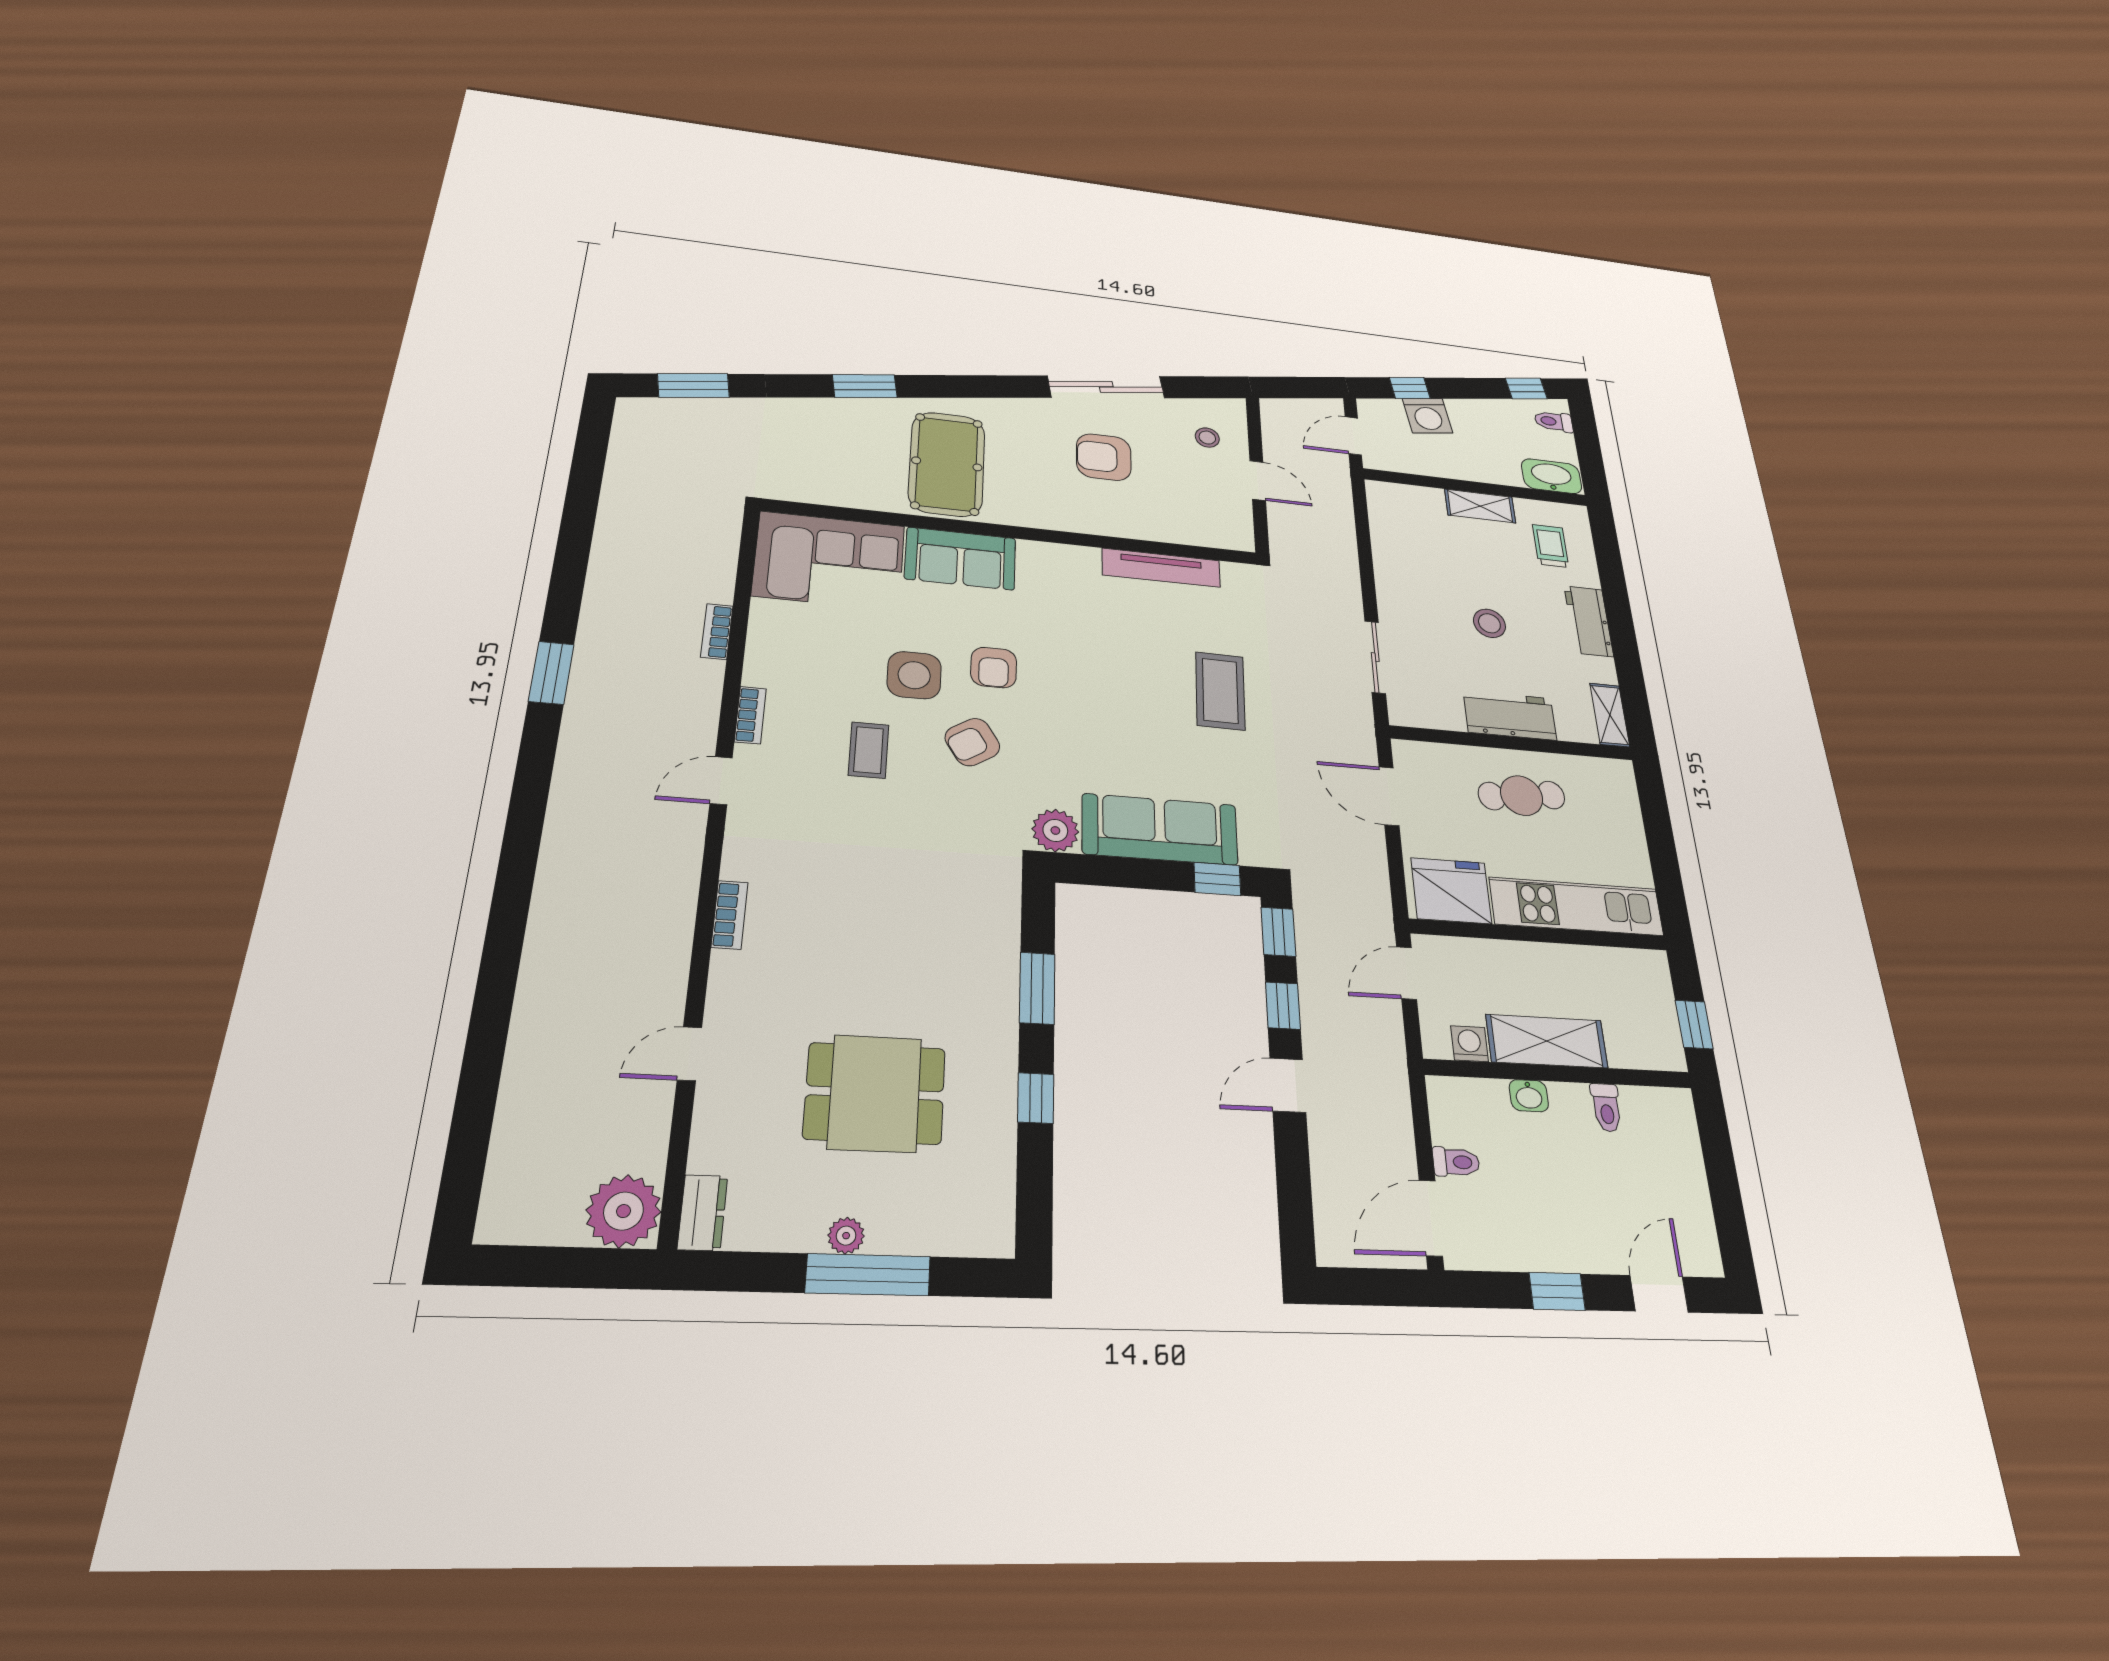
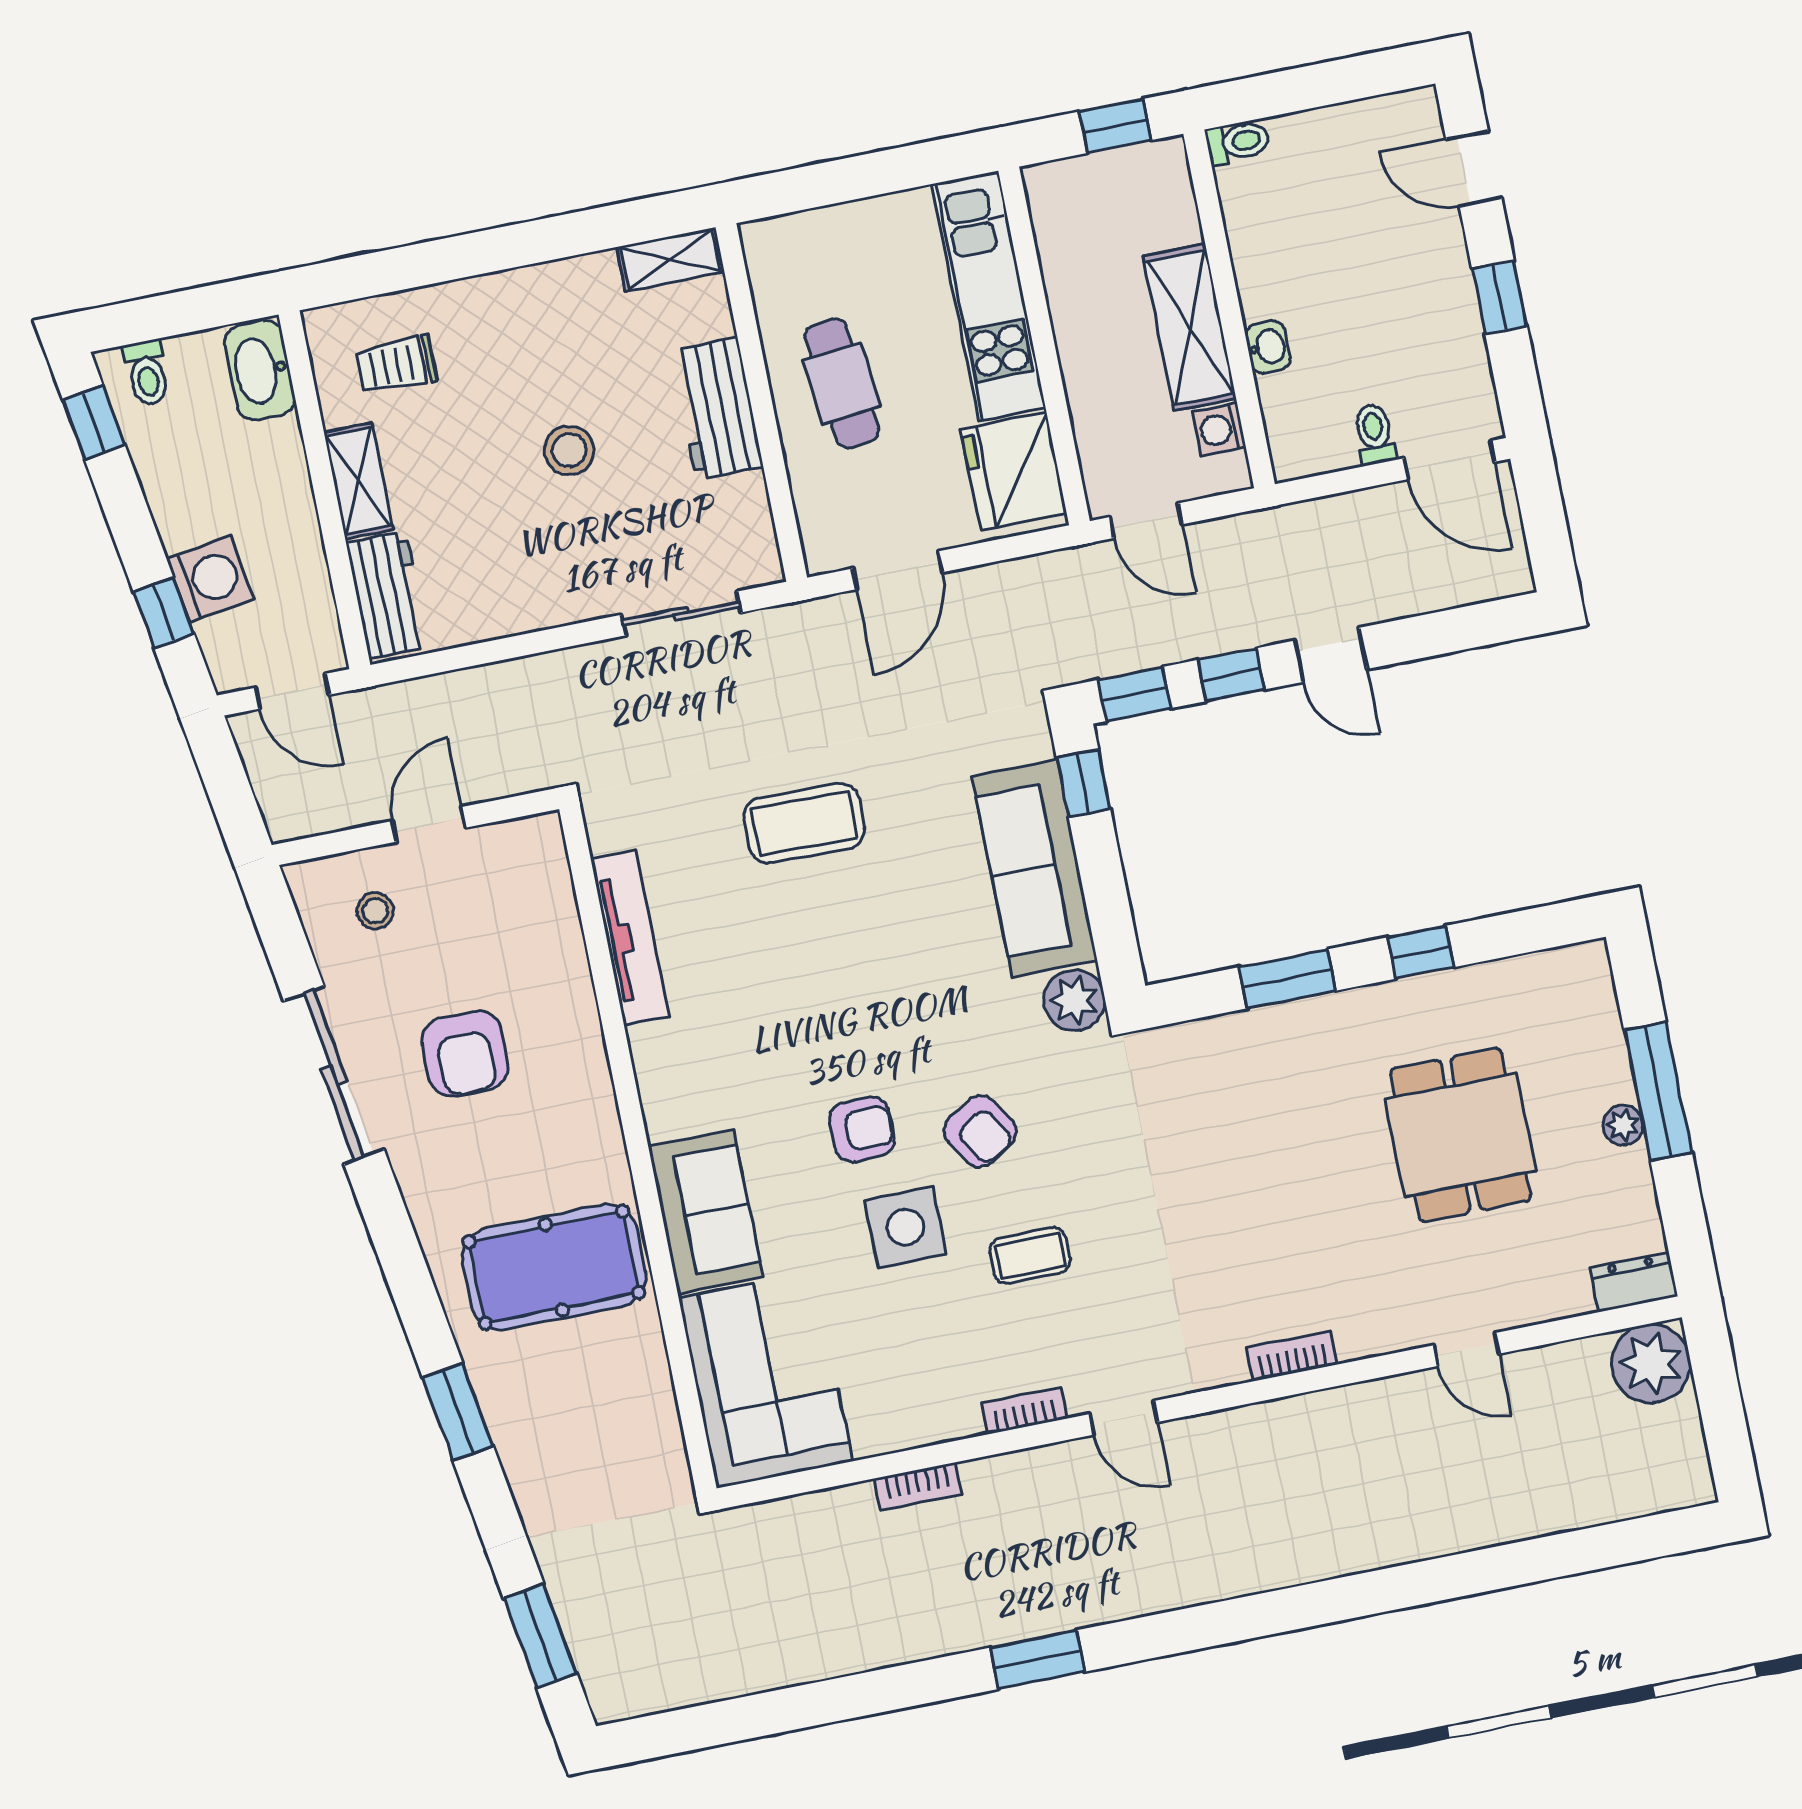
workbench: (1589, 621) -> (387, 595), moved, turned -90
toilet: (1606, 1108) -> (1238, 142), moved

